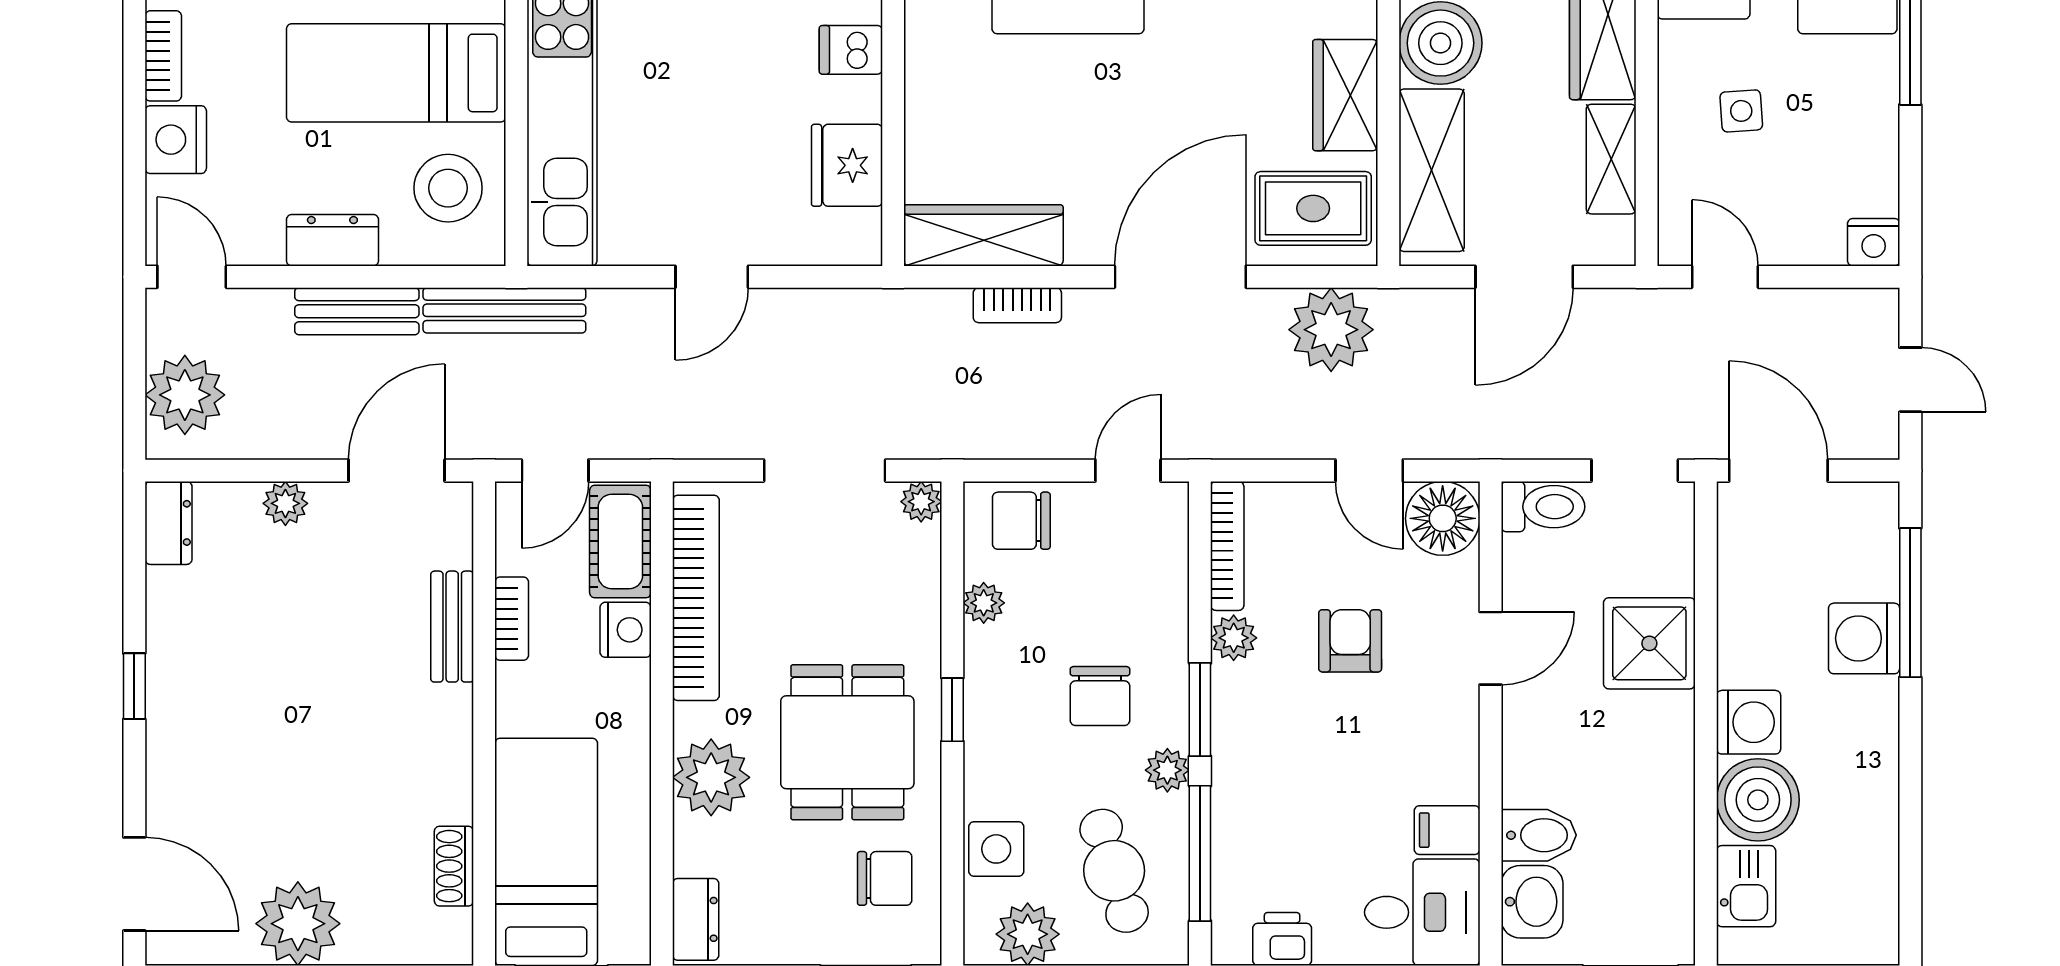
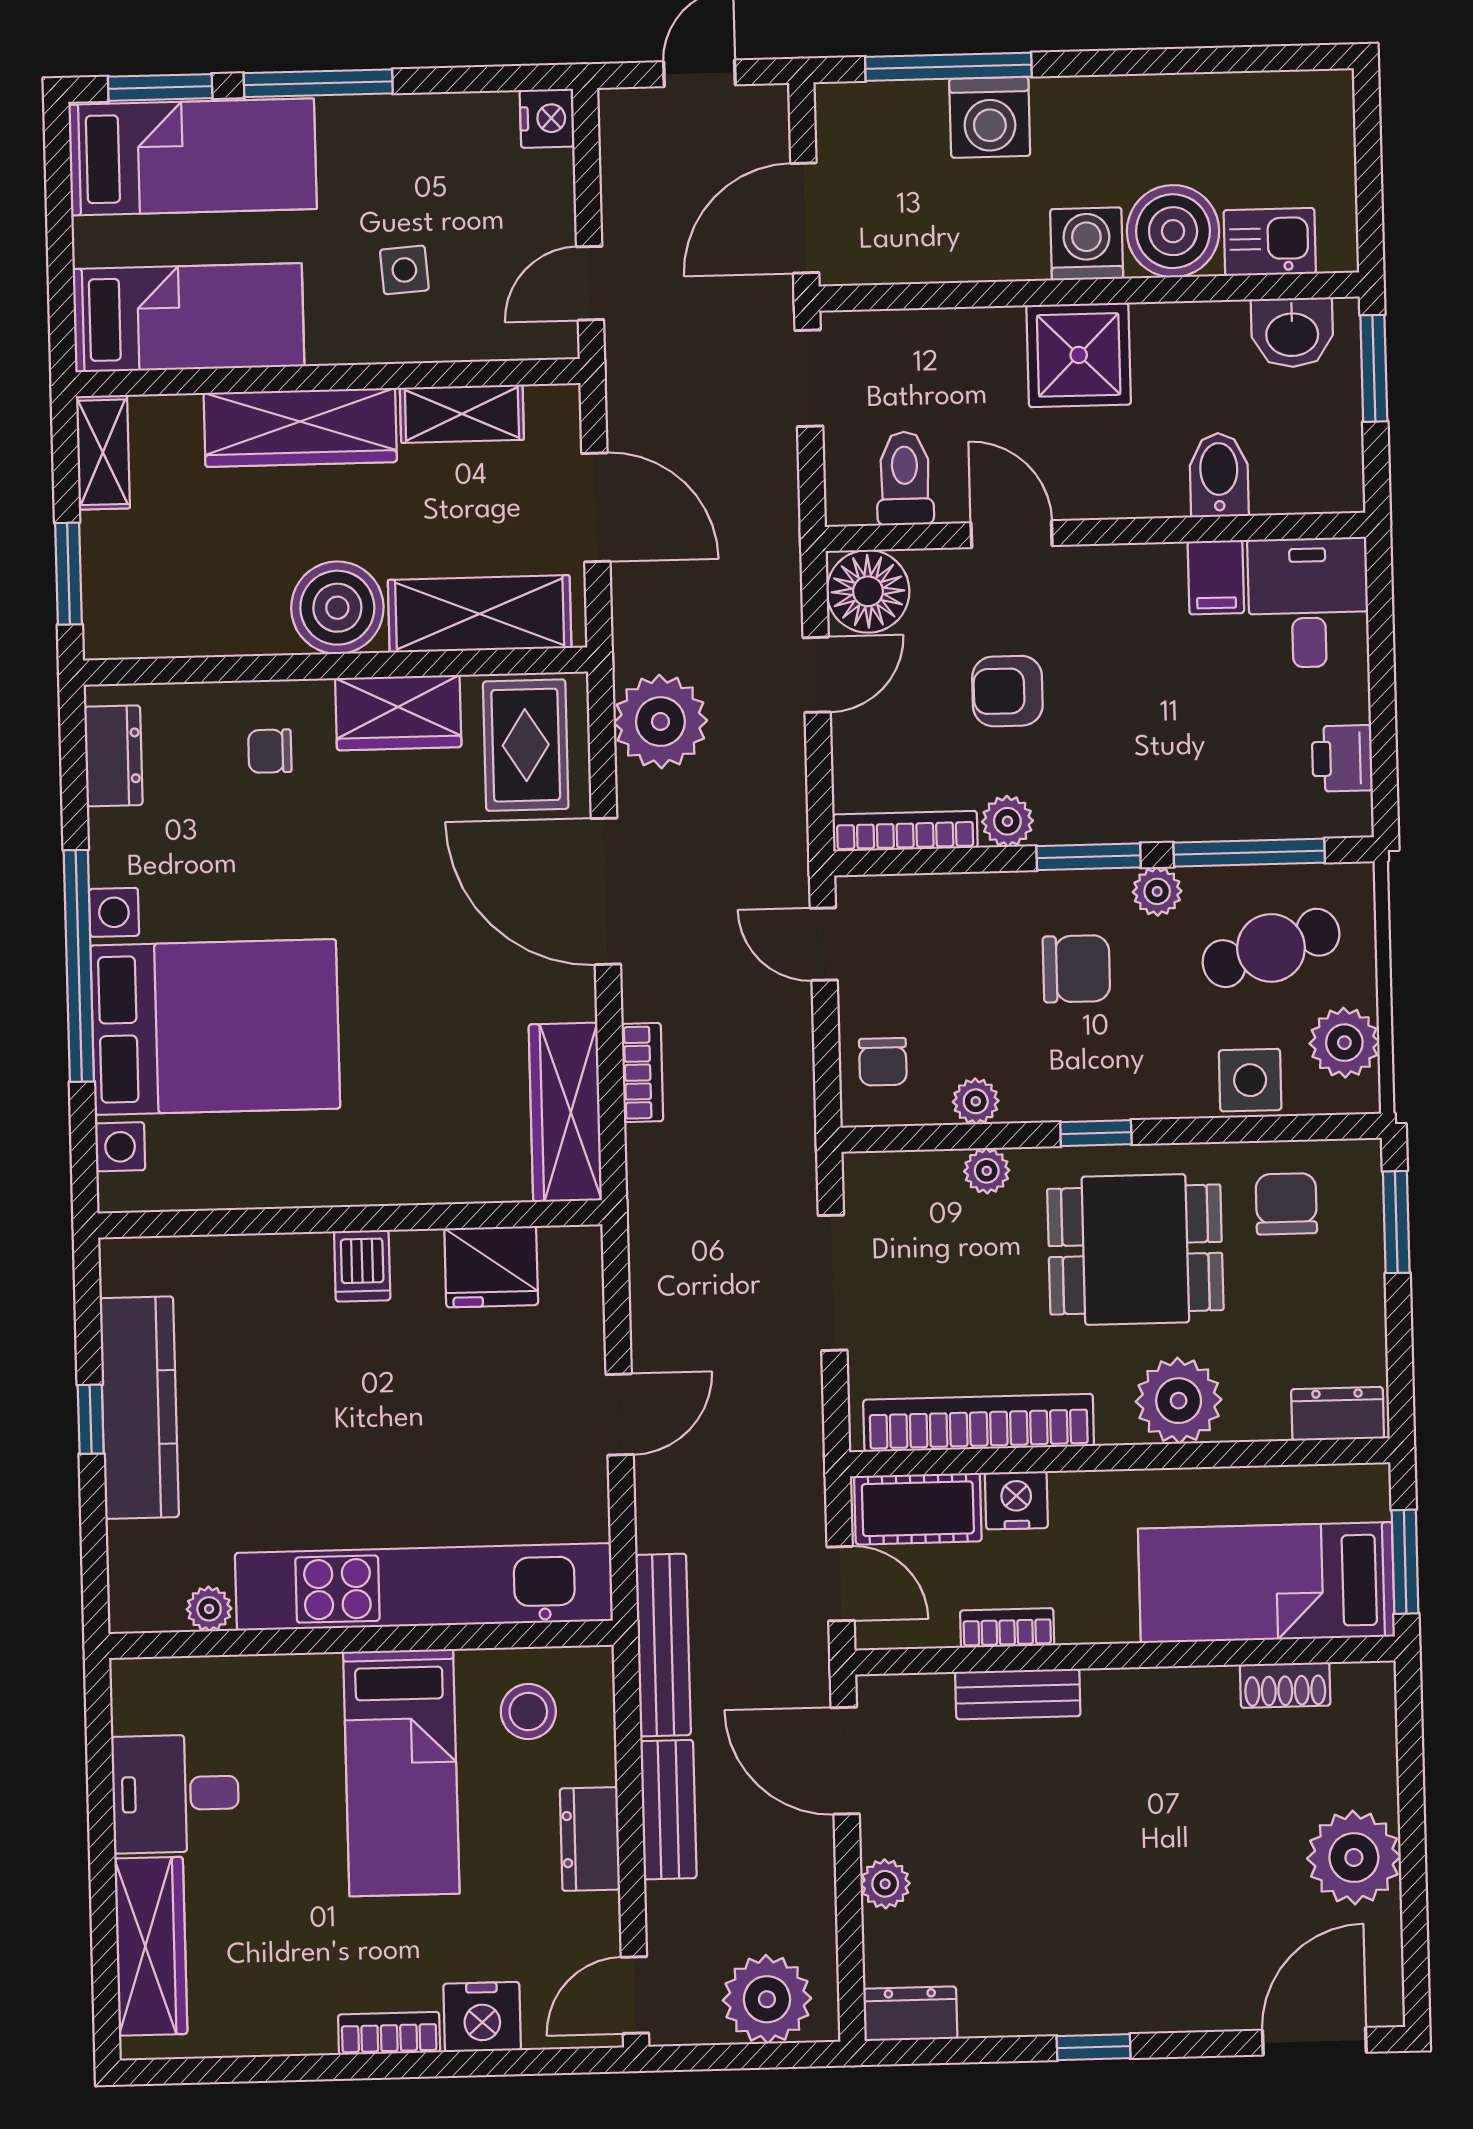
stool: (448, 188) -> (528, 1712), width x0.73, depth x0.73
door: (712, 277) -> (620, 1414), hinge flipped
plant: (921, 502) -> (987, 1171), moved
toilet: (1543, 507) -> (905, 478), moved
chair: (1021, 521) -> (883, 1062), width x0.73, depth x0.73
shower: (1649, 643) -> (1079, 355), moved
washbasin: (1532, 902) -> (1292, 333), moved, turned 180

